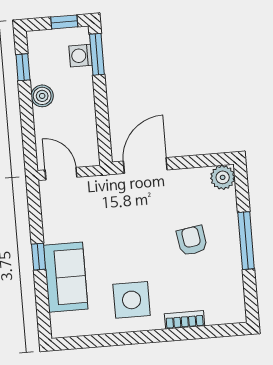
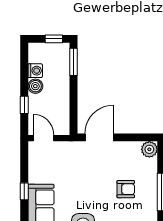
washing machine: (80, 56) -> (35, 71), moved, turned 180
window: (23, 67) -> (24, 105), moved
armchair: (192, 241) -> (126, 189), turned 99

